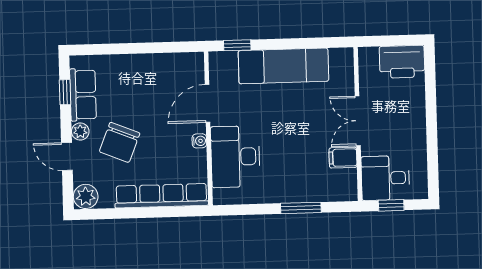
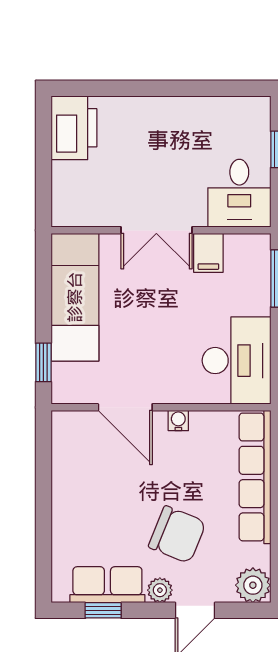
double door: (358, 121) -> (156, 230), moved
wall: (358, 124) -> (161, 230), moved
desk: (235, 157) -> (236, 361), moved, turned -90
filing cabinet: (343, 158) -> (208, 253), moved
desk: (385, 178) -> (239, 193), moved

